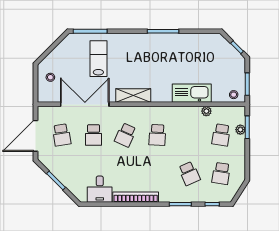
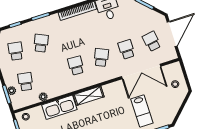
shelving: (133, 96) -> (89, 96), moved
school desk: (189, 173) -> (41, 43), turned 48

